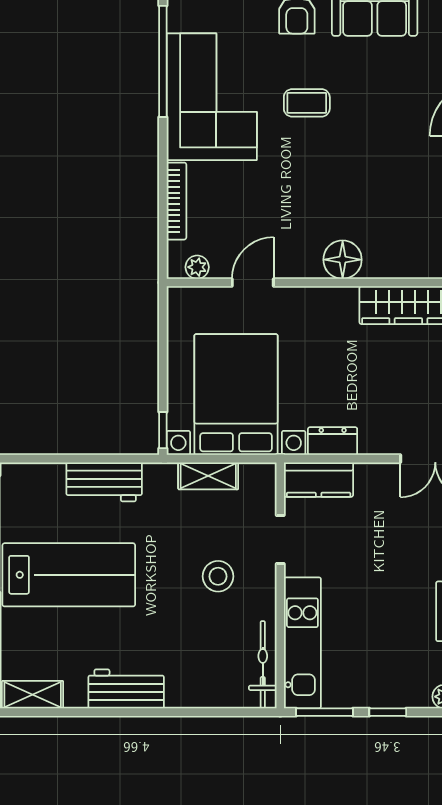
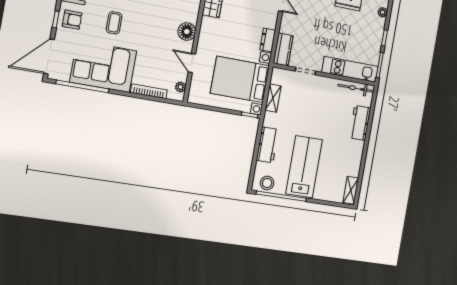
floor lamp: (343, 260) -> (187, 32), moved
stool: (218, 576) -> (267, 183), moved
workbench: (126, 689) -> (360, 123), moved

